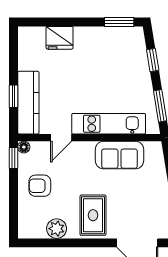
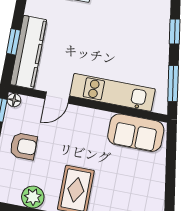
sofa: (119, 155) -> (136, 133), moved
armchair: (40, 186) -> (23, 146), turned 180

